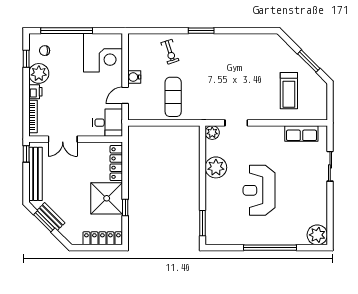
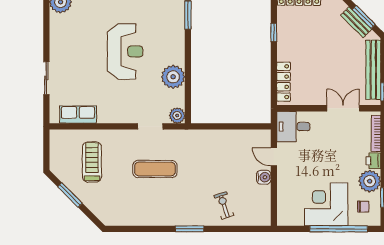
corner desk: (103, 53) -> (326, 204), moved
door: (125, 95) -> (274, 157), swing flipped
exercise mat: (173, 97) -> (155, 169), moved, turned 90
shower: (107, 198) -> (294, 43), removed

